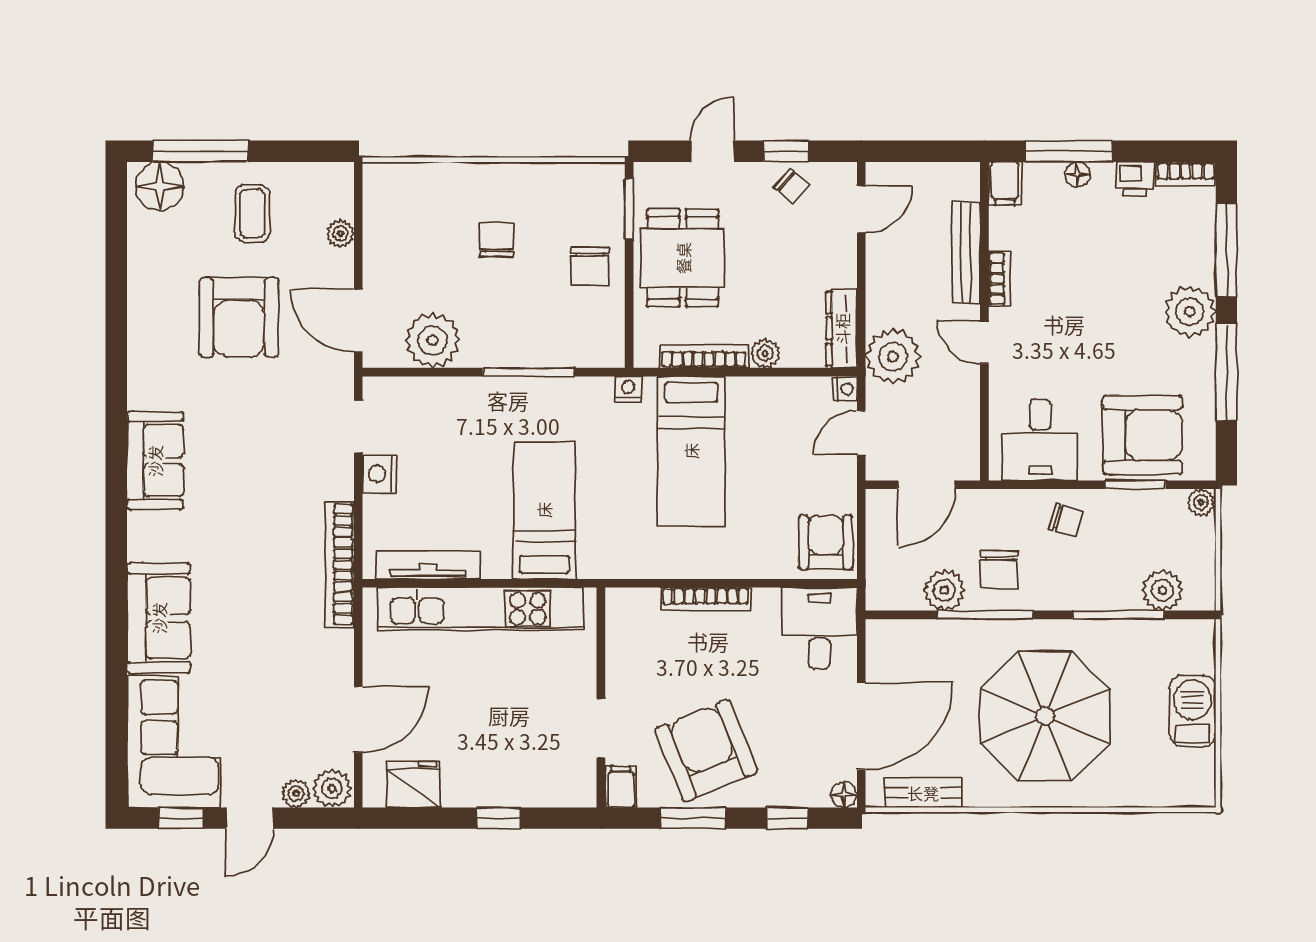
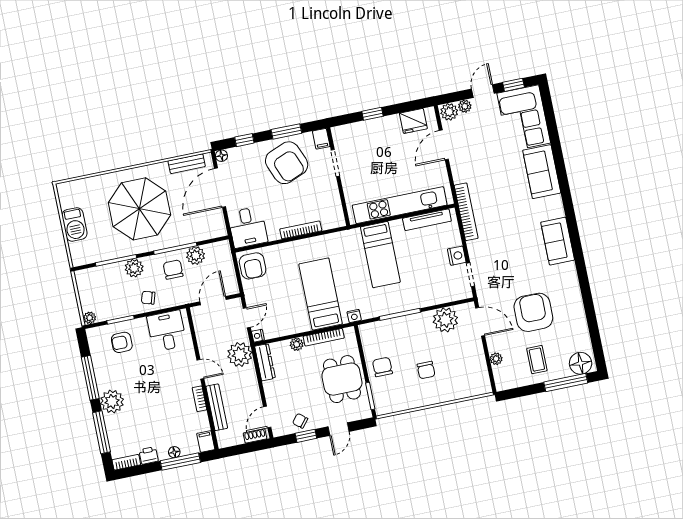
shoe rack: (896, 174) -> (255, 436), added
armchair: (1142, 435) -> (122, 342), width x0.53, depth x0.53
plant: (1162, 590) -> (134, 268), moved

